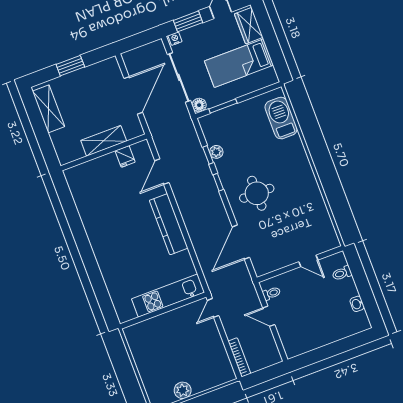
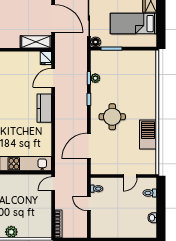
door: (133, 95) -> (53, 19), hinge flipped
barbecue: (281, 118) -> (148, 134), moved
shelving: (104, 141) -> (36, 42), moved
fridge: (125, 156) -> (46, 58), moved
kitchen counter: (169, 224) -> (44, 108), width x0.67
door: (308, 261) -> (130, 176), hinge flipped

